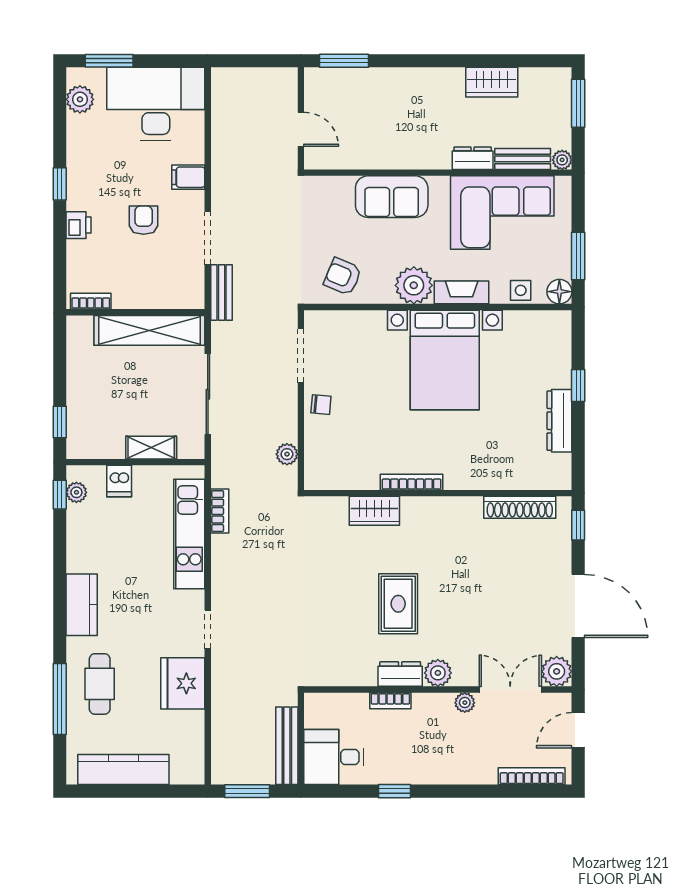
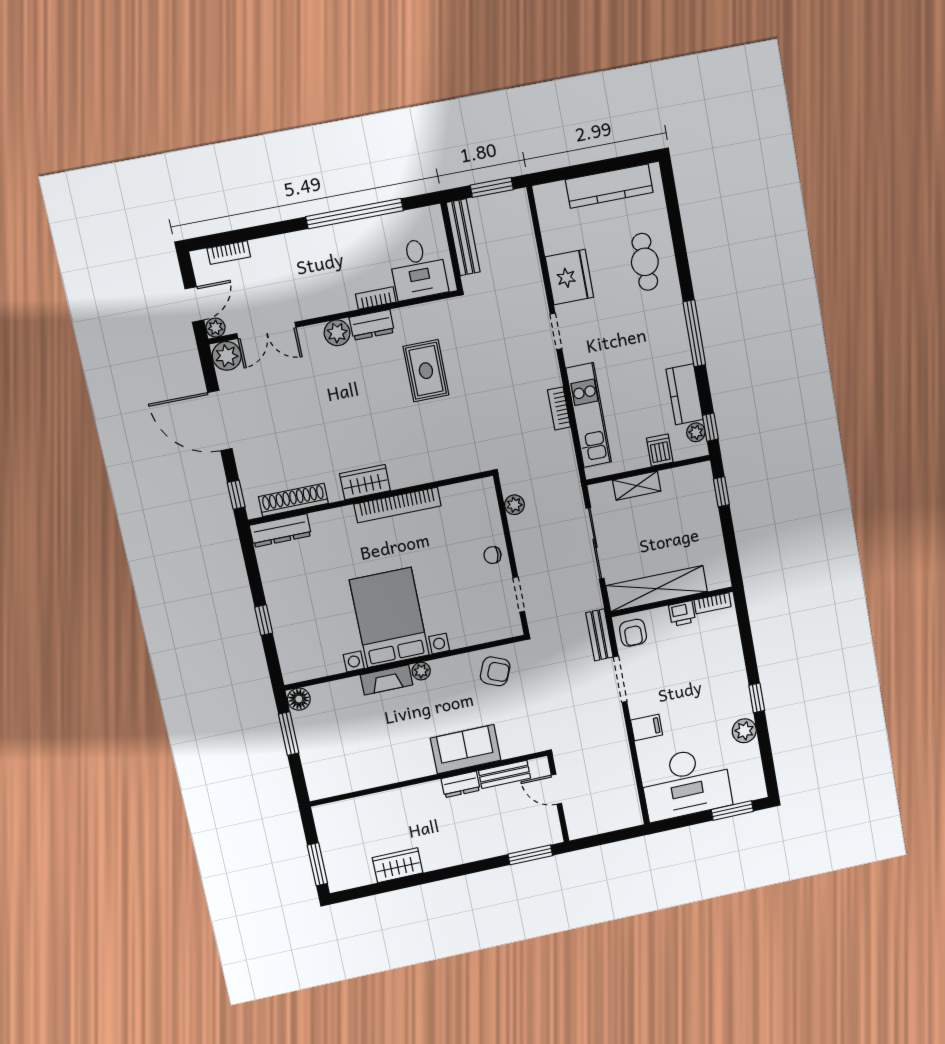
plant: (80, 99) -> (744, 731), moved
dresser: (473, 158) -> (461, 784), moved
bench: (523, 159) -> (504, 774), moved
plant: (562, 160) -> (321, 813), removed
corner sofa: (502, 213) -> (365, 757), removed
armchair: (144, 220) -> (633, 633), moved
printer: (78, 225) -> (682, 614), moved, turned -90
plant: (414, 285) -> (421, 671), width x0.53, depth x0.53
side table: (521, 290) -> (334, 693), removed
doorway: (301, 356) -> (519, 594), width x0.73
dresser: (559, 421) -> (280, 531), moved, turned 90
bookcase: (412, 482) -> (397, 505), width x1.48, depth x1.31
bookcase: (220, 511) -> (559, 408), moved
wardrobe: (374, 511) -> (365, 482), moved
rug: (398, 604) -> (426, 371), moved
kitchen counter: (82, 605) -> (685, 394), moved
window: (60, 699) -> (694, 333), moved
plant: (465, 703) -> (215, 328), moved
desk: (334, 757) -> (418, 269), moved, turned 90
bookcase: (532, 776) -> (229, 253), width x0.64
window: (395, 791) -> (355, 214), width x3.17

